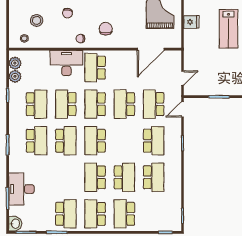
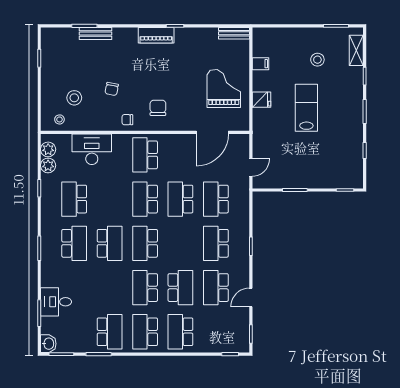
lab bench: (229, 29) -> (306, 108), turned 180
desk: (66, 63) -> (92, 149), moved
school desk: (37, 104) -> (74, 199), turned 180
school desk: (66, 104) -> (110, 199), removed
door: (183, 109) -> (251, 297), moved
school desk: (154, 141) -> (216, 243), turned 180
school desk: (154, 177) -> (216, 288), turned 180
desk: (21, 189) -> (56, 302), width x0.73

